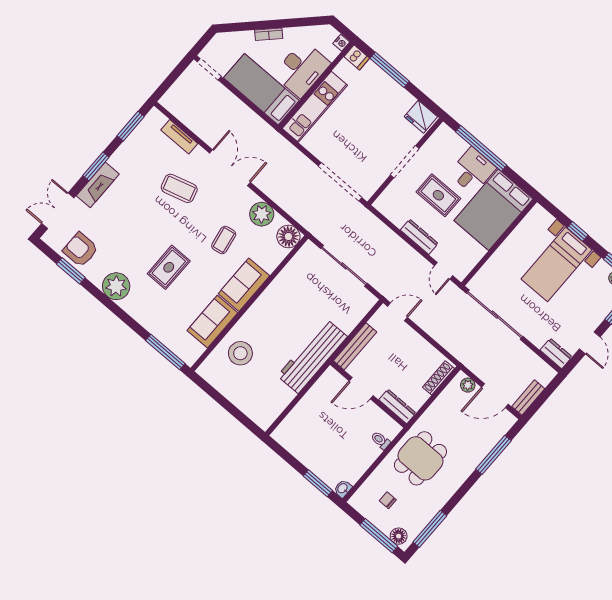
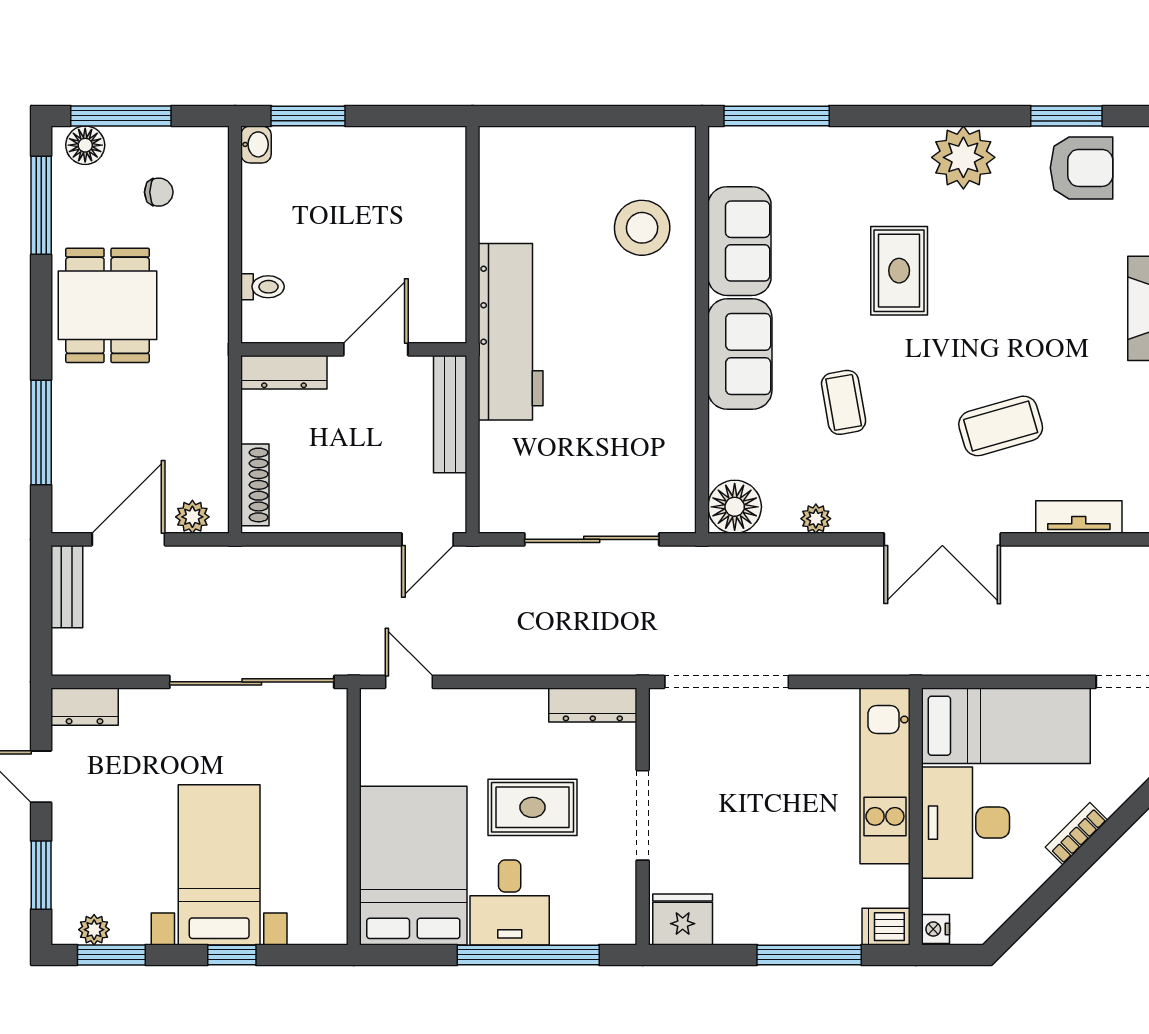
plant: (262, 214) -> (816, 519), width x0.53, depth x0.53
dresser: (419, 237) -> (593, 705), moved
dining table: (420, 458) -> (108, 305), moved

